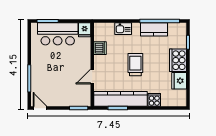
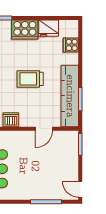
door: (92, 77) -> (44, 129), hinge flipped
cooker: (154, 100) -> (71, 45), moved
door: (40, 108) -> (80, 189), hinge flipped

